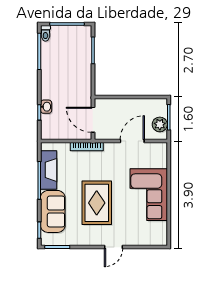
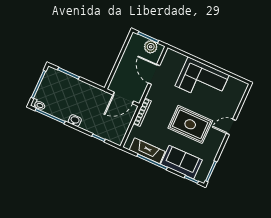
washbasin: (46, 107) -> (75, 121), moved
door: (113, 247) -> (231, 127), swing flipped

